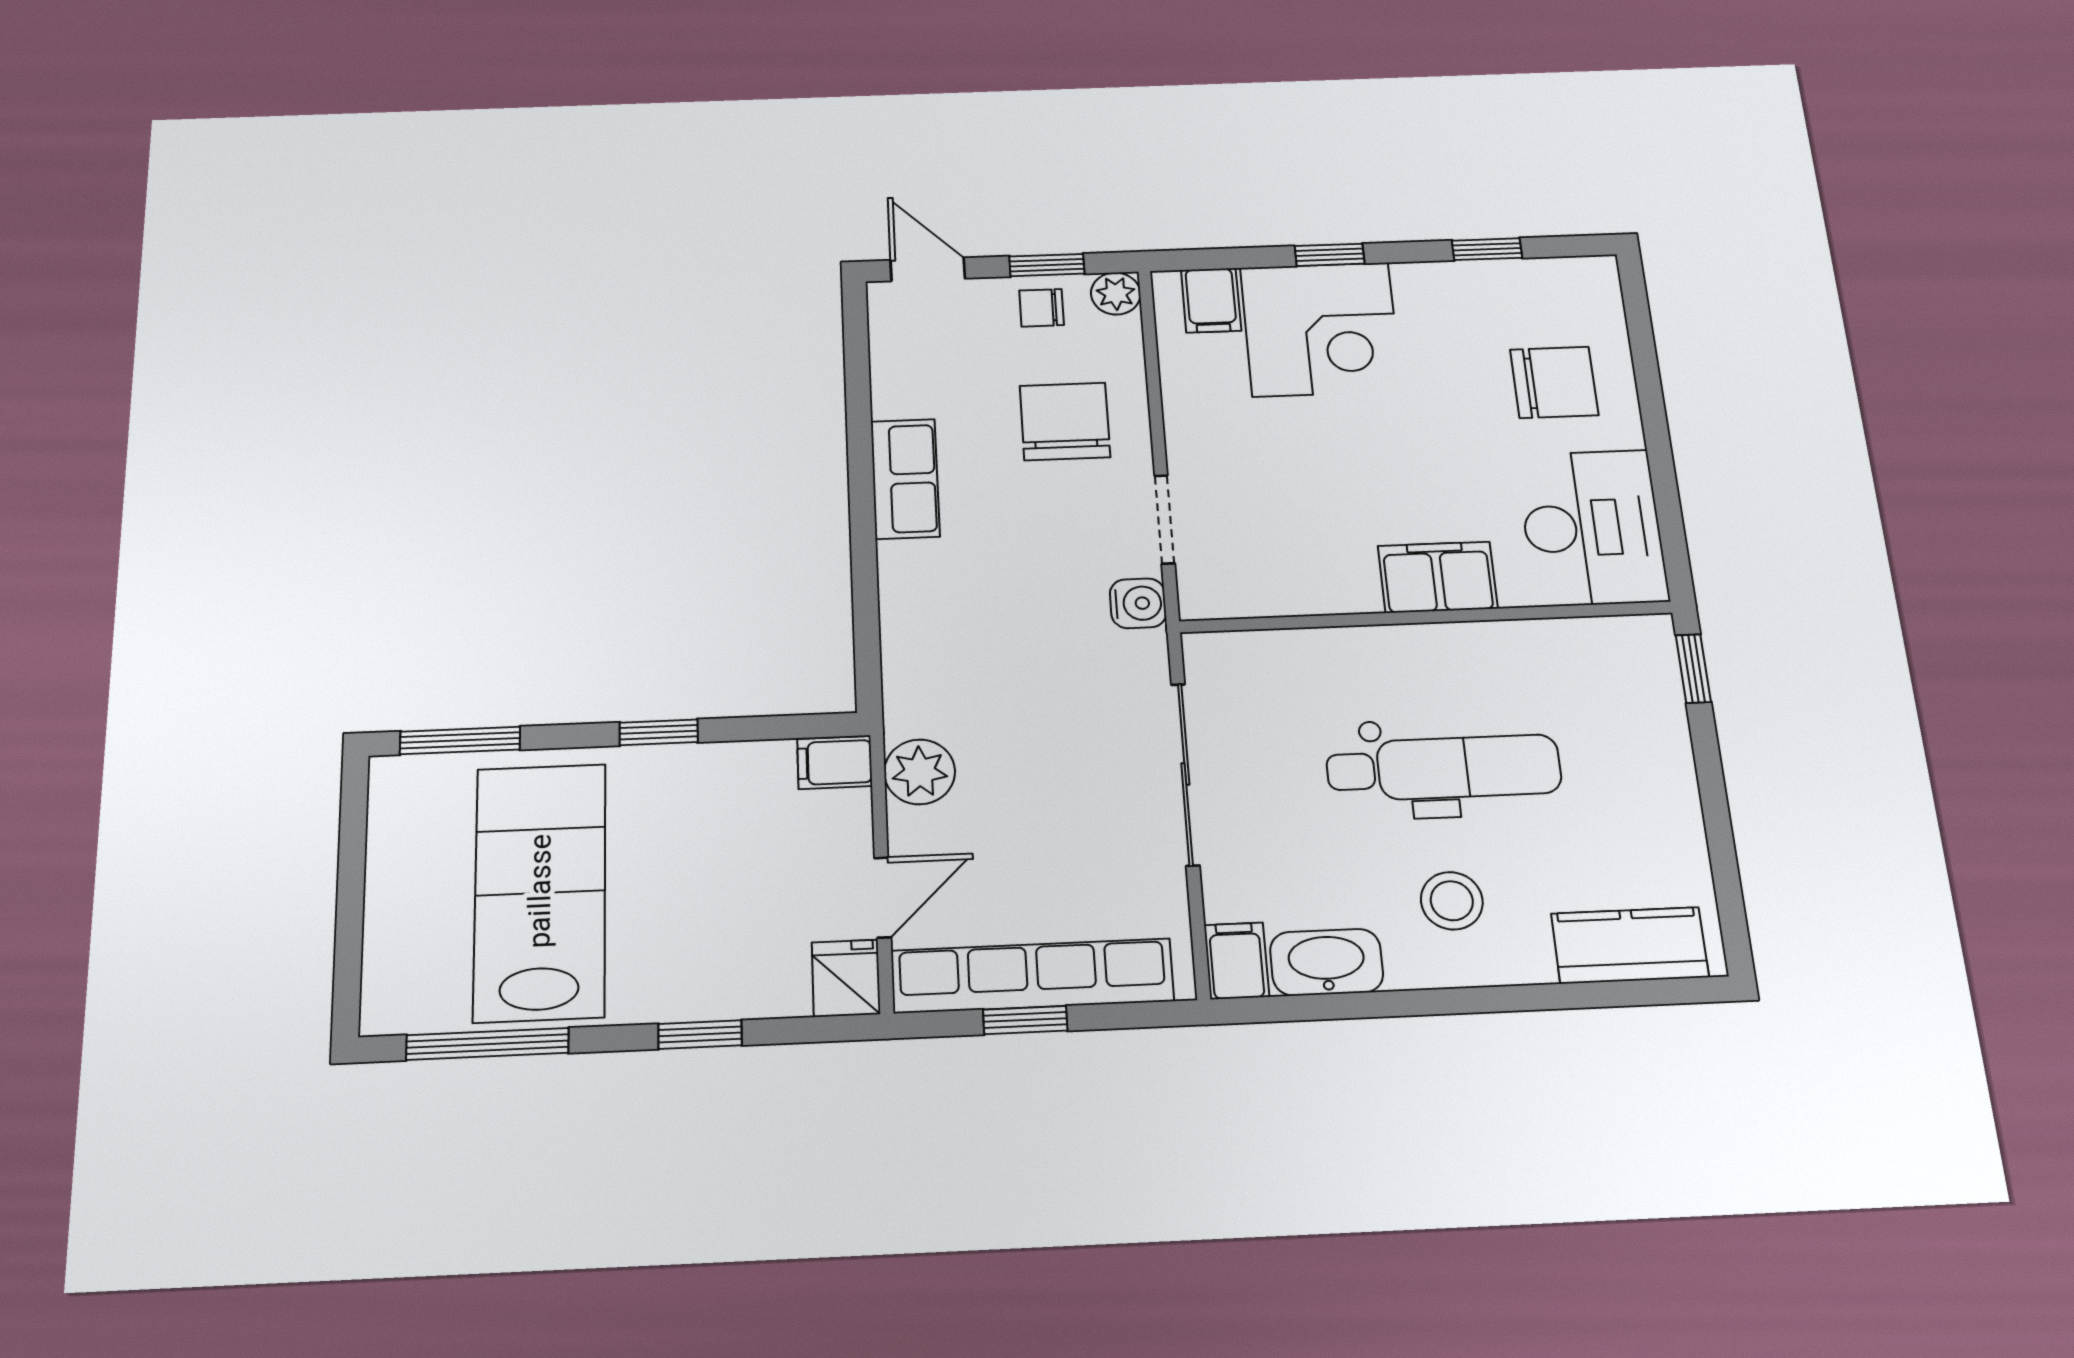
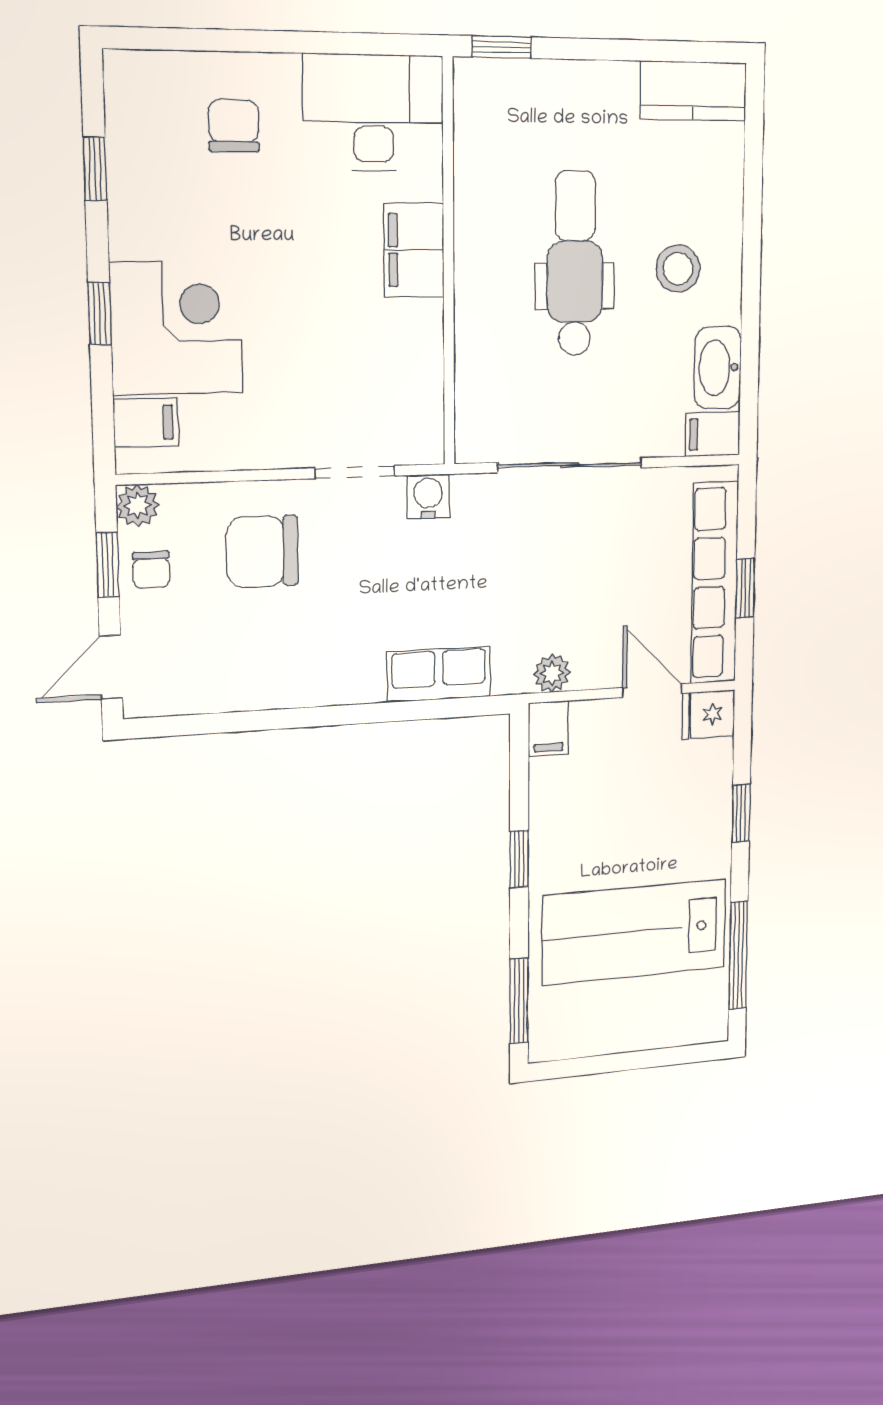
chair: (1554, 382) -> (234, 126), width x0.73, depth x0.73
row of seats: (905, 479) -> (439, 674), moved
plant: (920, 772) -> (552, 673), width x0.73, depth x0.73
kitchen counter: (1630, 945) -> (693, 91), moved, turned -90

